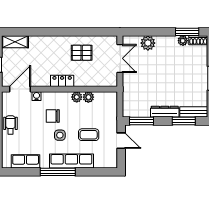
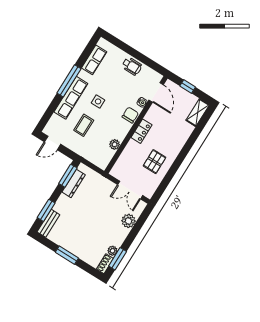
plant: (77, 97) -> (121, 135), removed
dresser: (165, 112) -> (74, 183), moved
chair: (53, 116) -> (130, 115), moved
door: (121, 141) -> (53, 143), moved

